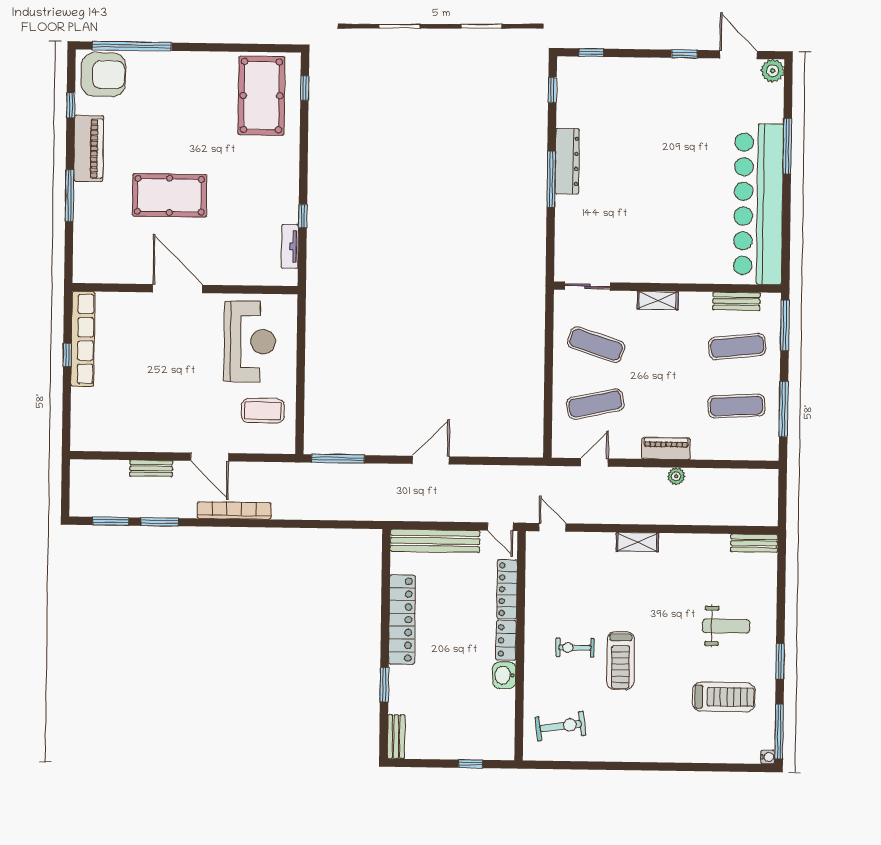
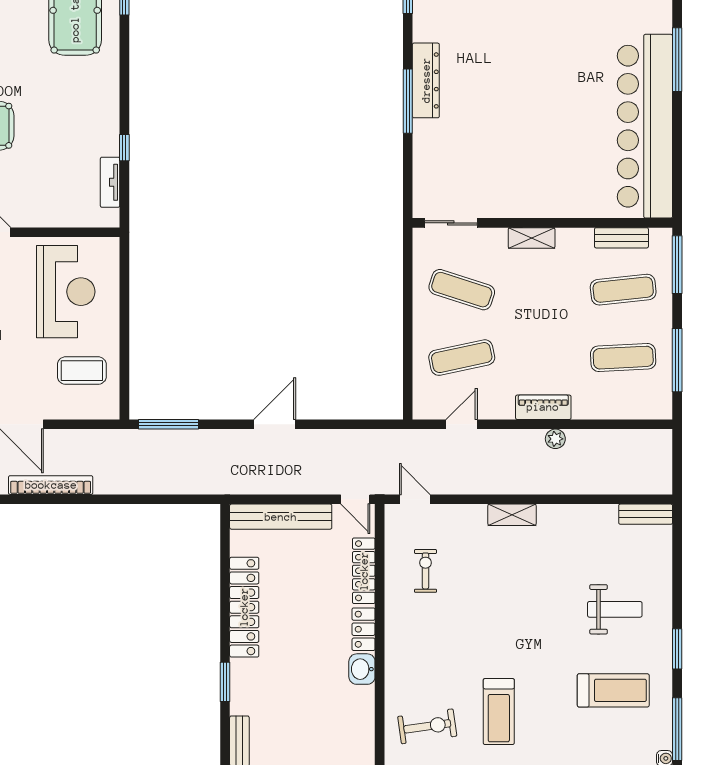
exercise bike: (575, 648) -> (425, 571), moved, turned 90
treadmill: (621, 661) -> (499, 712), moved

